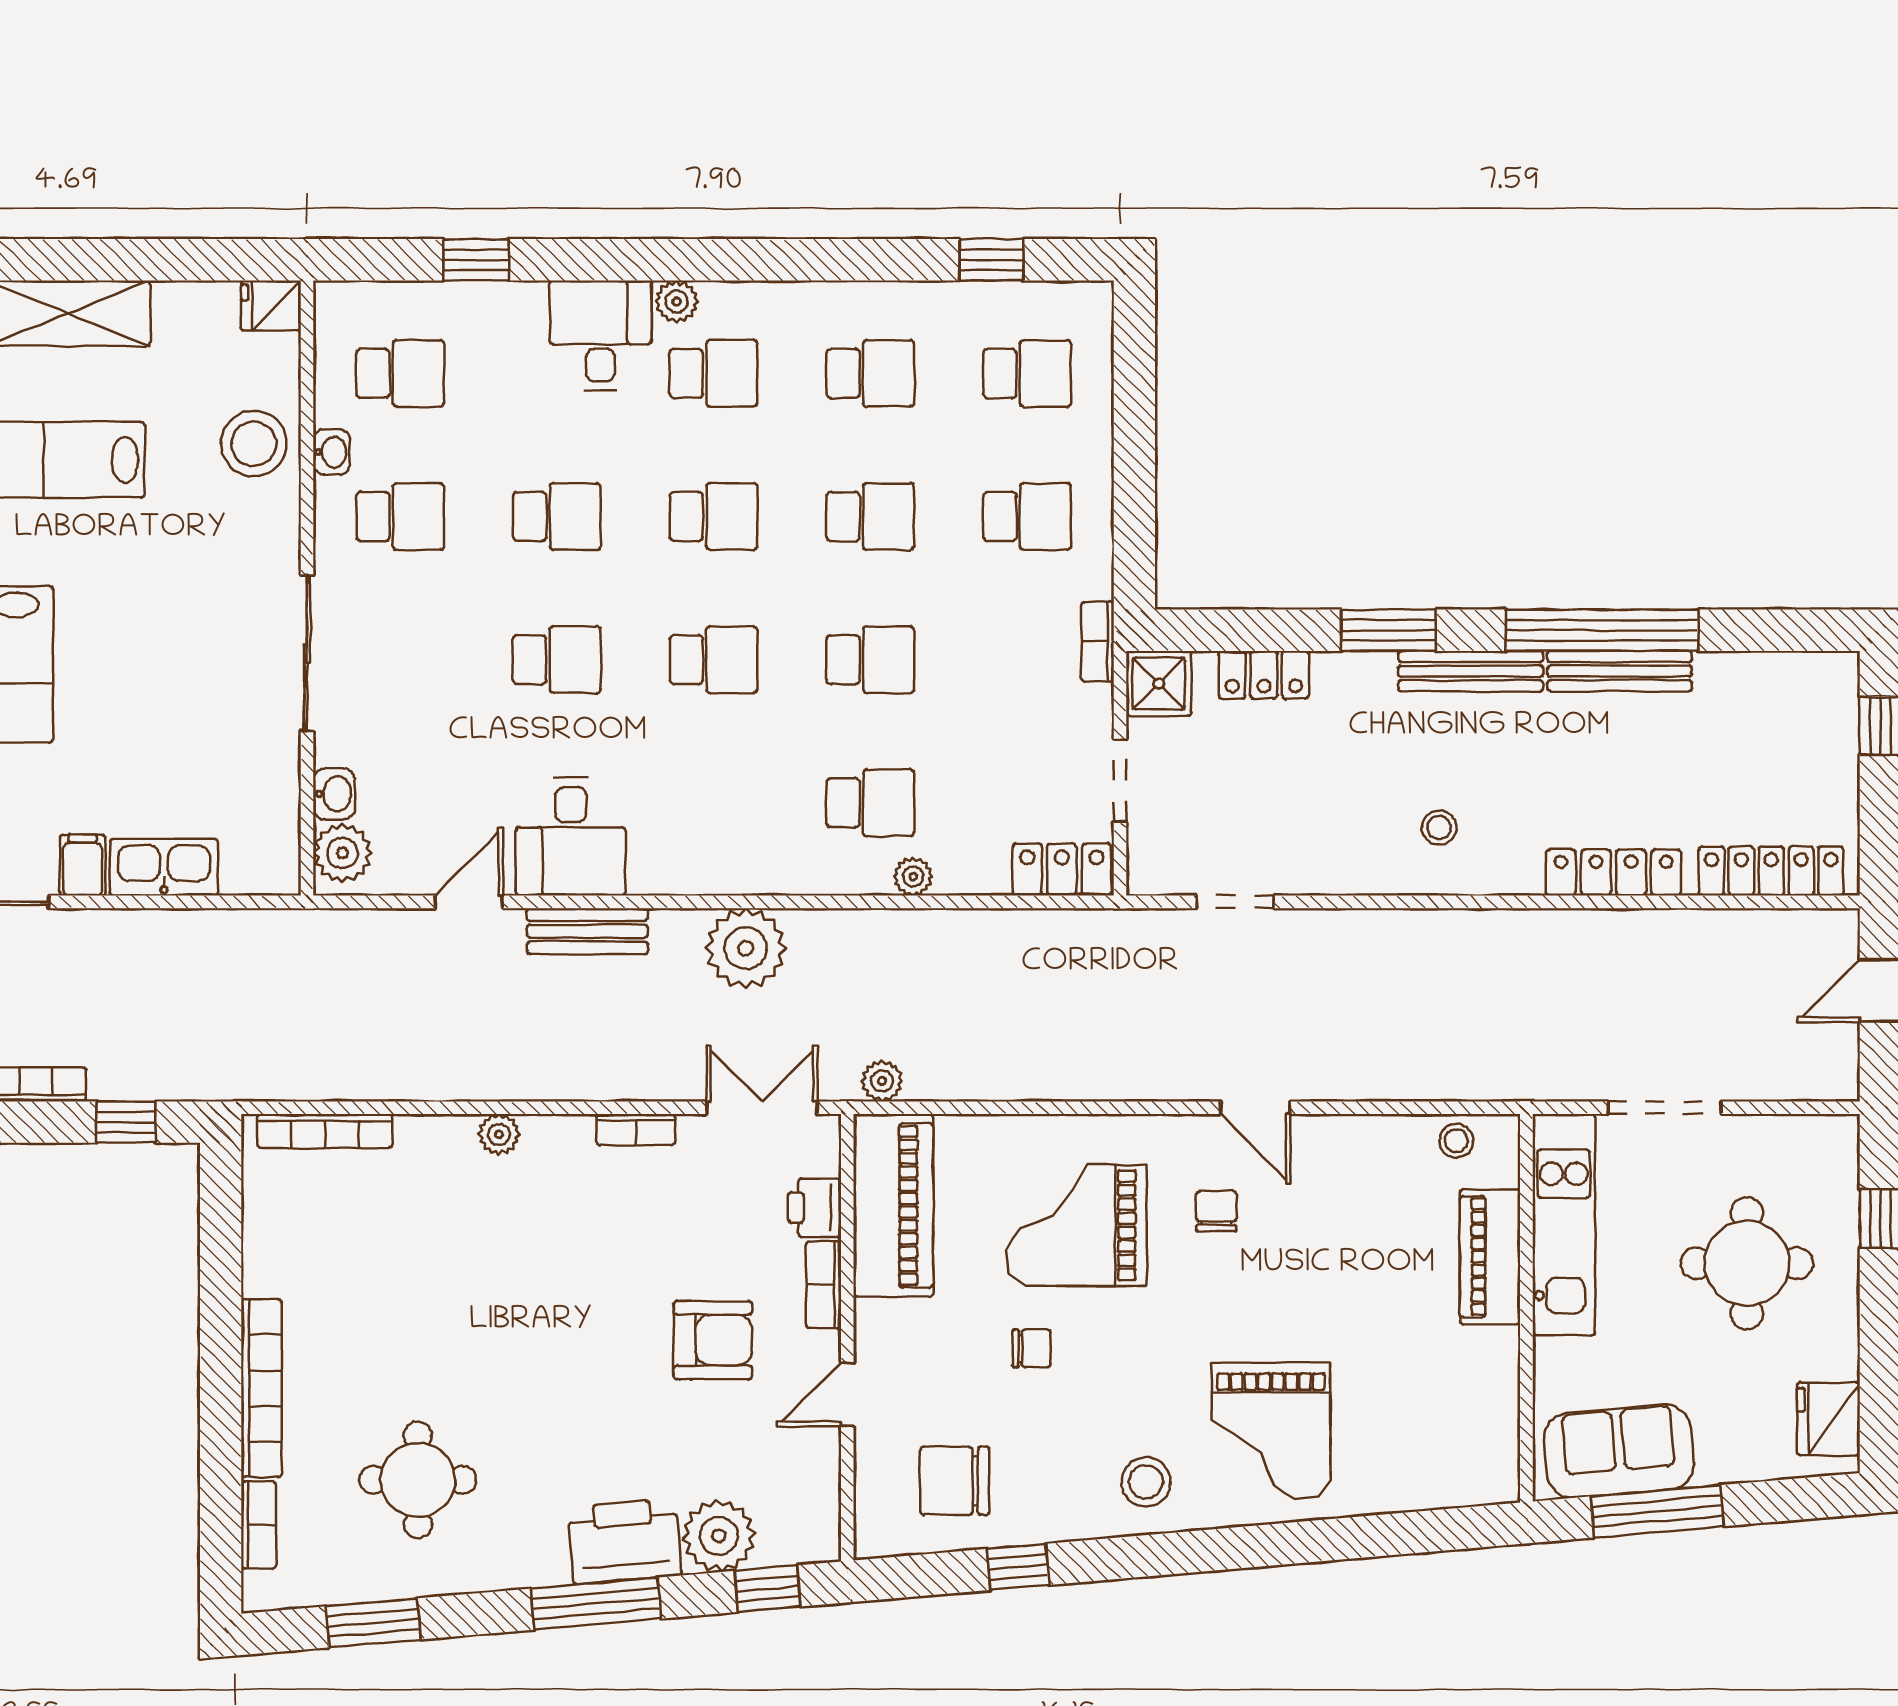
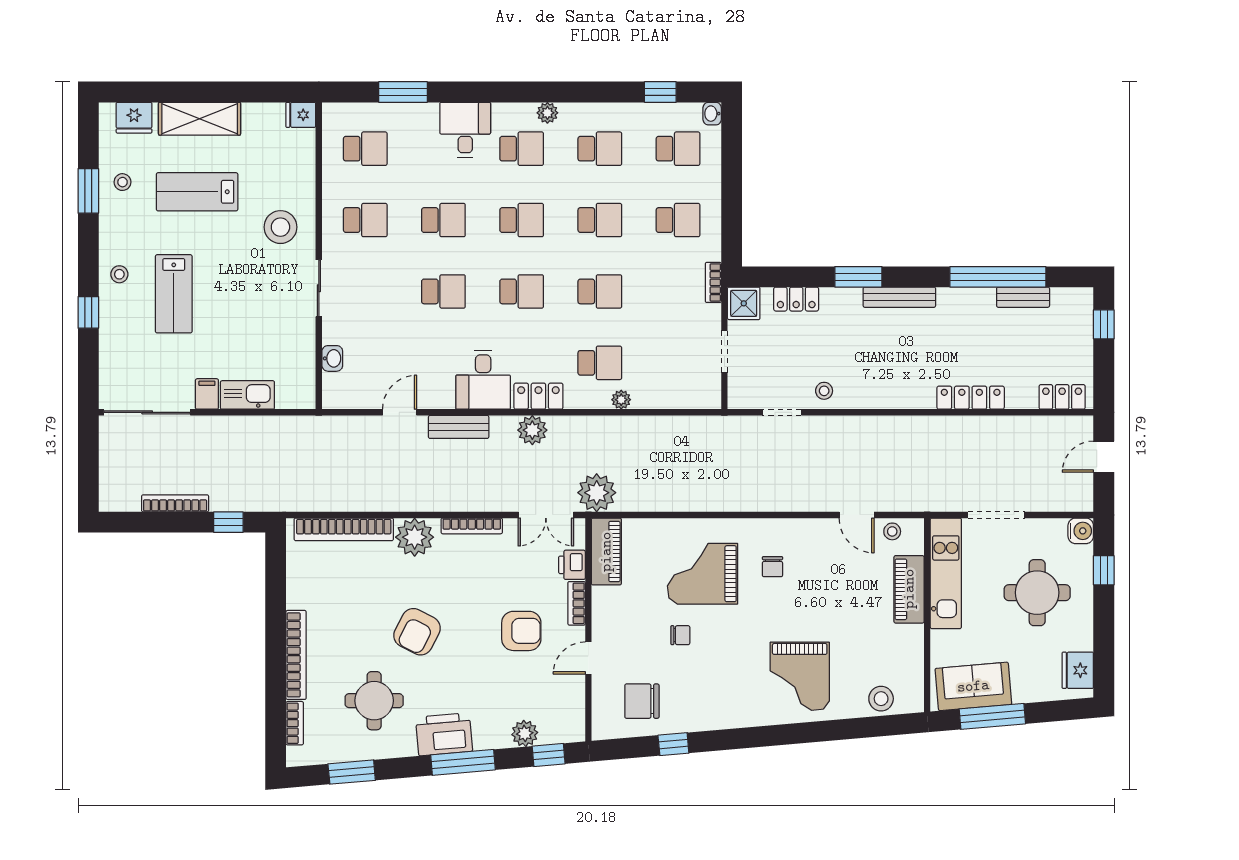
window: (476, 260) -> (403, 92), width x1.50
plant: (677, 301) -> (547, 113), moved
stool: (254, 444) -> (280, 227), moved
washbasin: (332, 452) -> (712, 114), moved, turned 180
window: (1602, 630) -> (998, 277), moved
sliding door: (307, 653) -> (319, 288), width x0.73
bench: (1620, 671) -> (1023, 297), moved, width x0.73
stool: (1439, 828) -> (824, 391), moved
desk: (571, 837) -> (483, 380), moved
plant: (342, 853) -> (336, 388), removed
locker: (1062, 869) -> (538, 396), moved
locker: (1771, 871) -> (1062, 397), width x0.66
plant: (746, 948) -> (532, 430), width x0.73, depth x0.73
plant: (882, 1081) -> (597, 493), width x1.88, depth x1.88
double door: (762, 1108) -> (546, 515), swing flipped
door: (1255, 1108) -> (857, 515), moved
bookcase: (636, 1130) -> (472, 526), width x1.56
bookcase: (325, 1131) -> (344, 529), width x1.48, depth x1.31
plant: (499, 1134) -> (415, 537), width x1.87, depth x1.87
water cooler: (1834, 1139) -> (1081, 531), added
piano: (893, 1205) -> (606, 552), width x0.73, depth x0.75
chair: (1216, 1211) -> (772, 567), turned 180
armchair: (504, 1342) -> (417, 632), added
stool: (1146, 1482) -> (881, 699), moved
plant: (719, 1536) -> (525, 733), width x0.73, depth x0.73
printer: (624, 1541) -> (444, 734), moved

